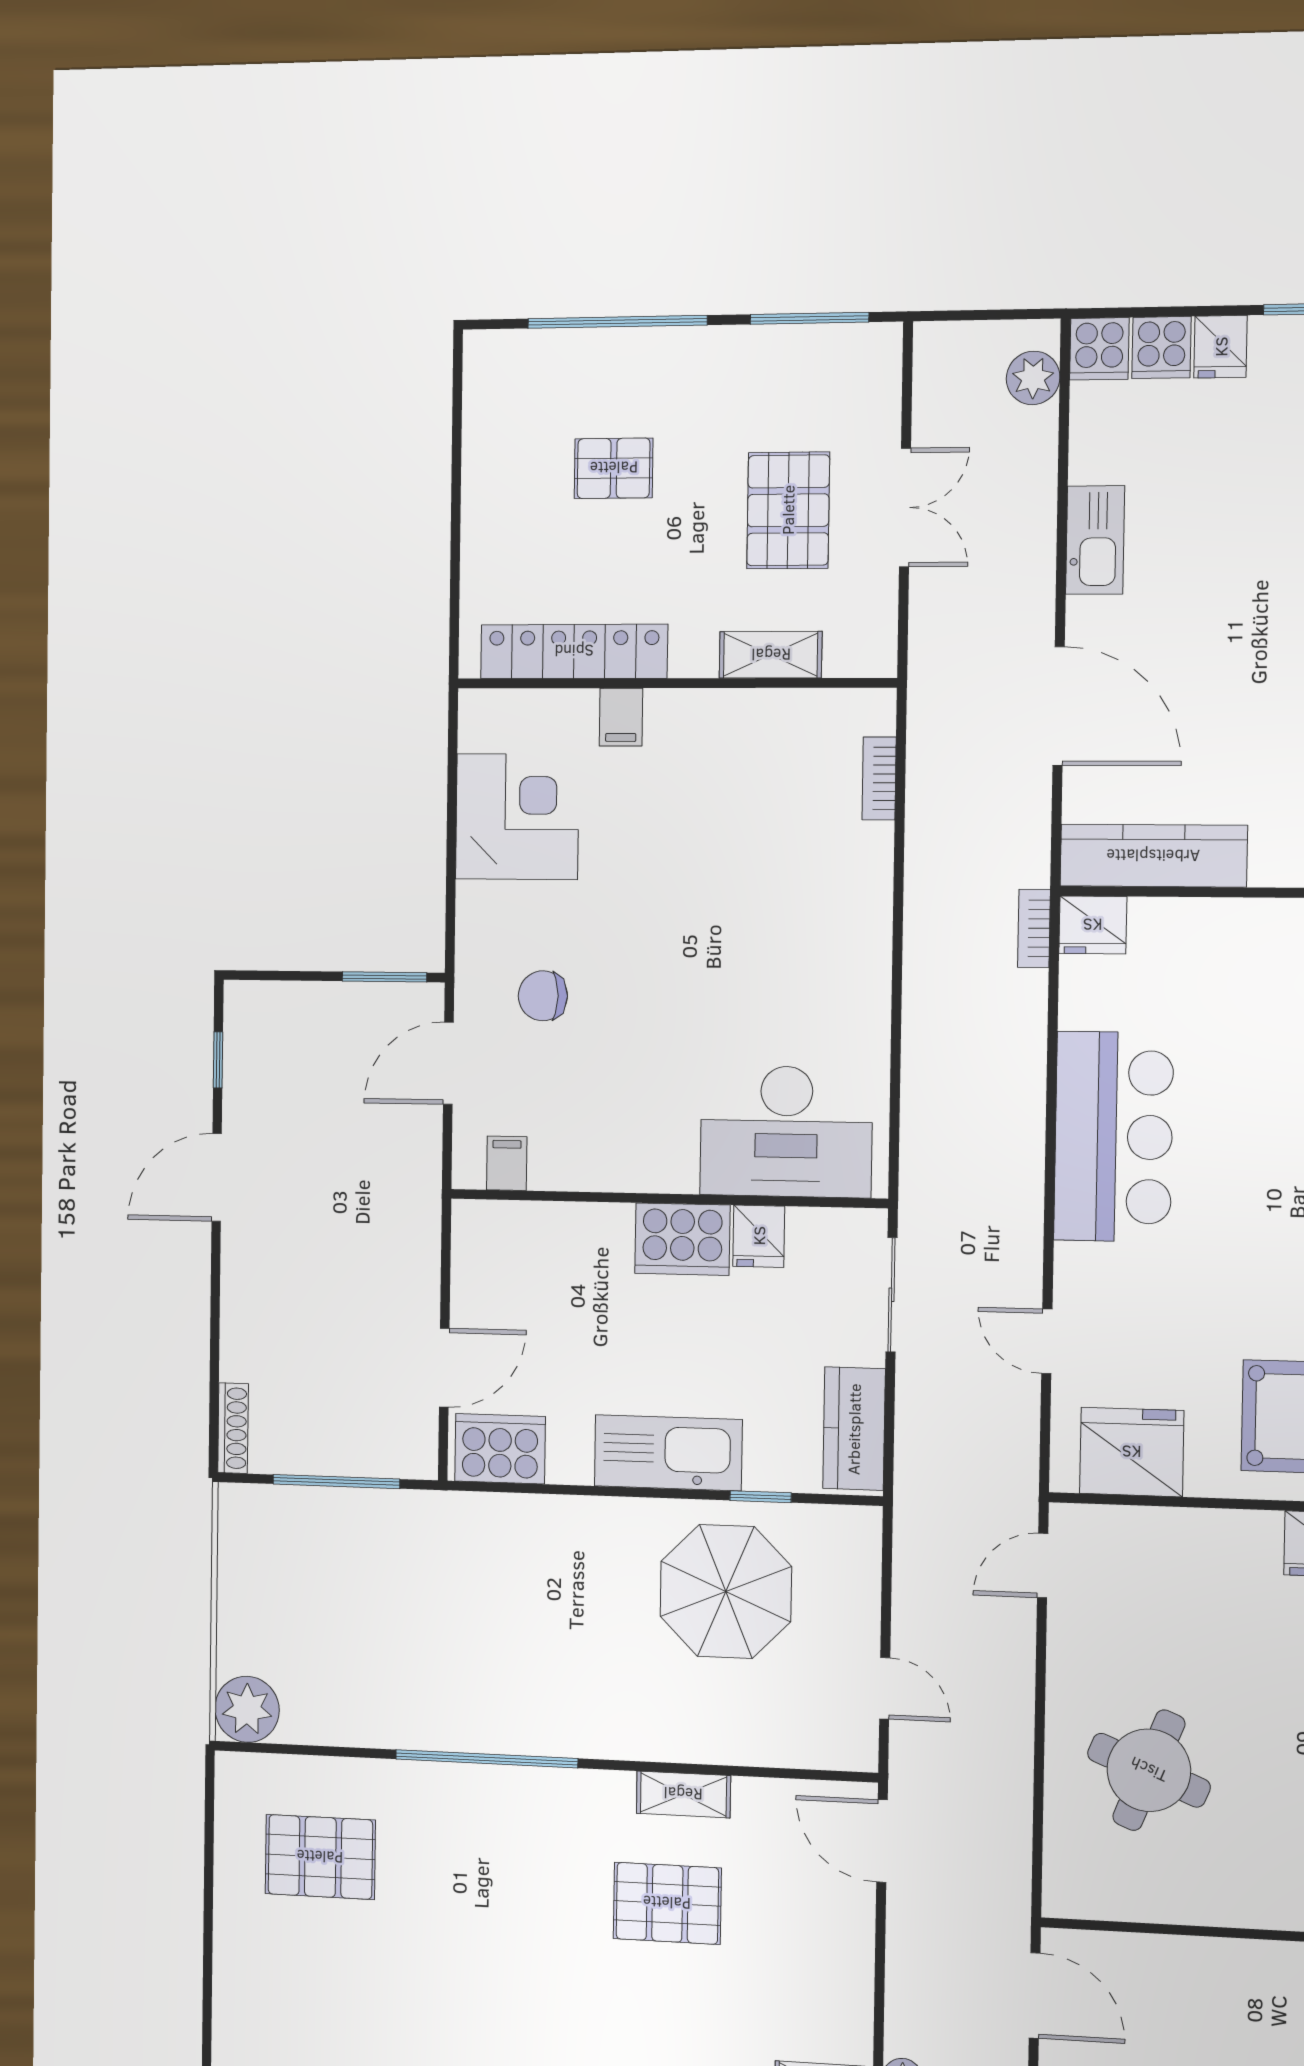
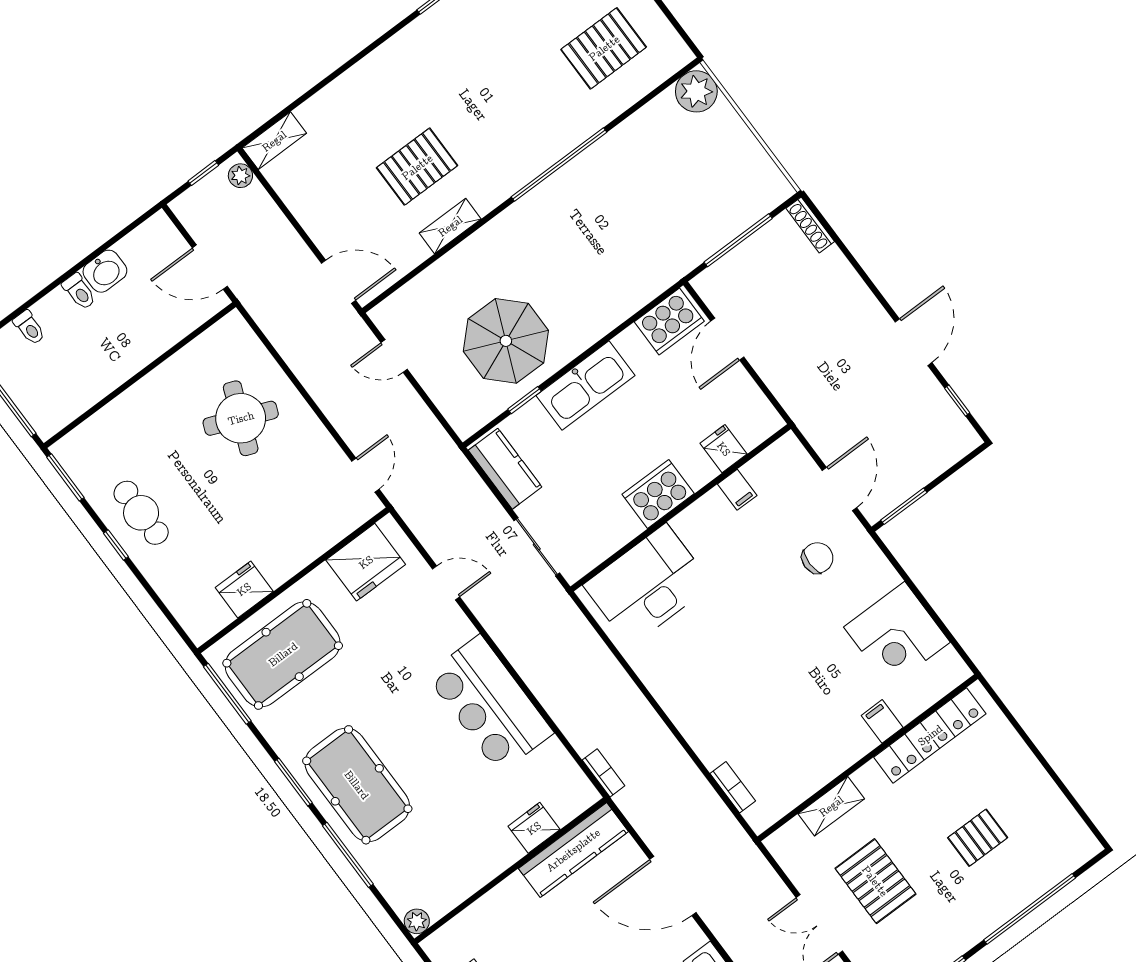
fridge: (1093, 925) -> (534, 828), moved
filing cabinet: (507, 1163) -> (737, 490), moved
fridge: (759, 1236) -> (724, 449), moved

